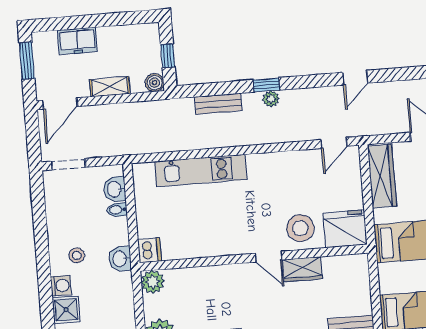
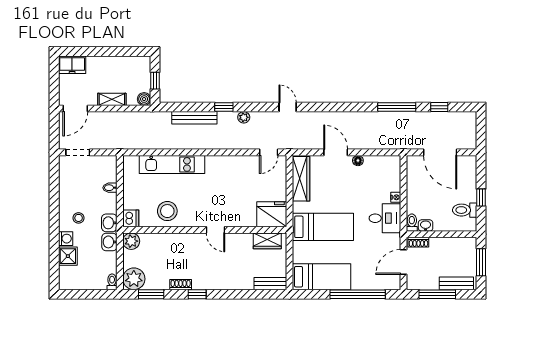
freezer: (77, 41) -> (72, 65), moved
window: (27, 61) -> (54, 76), removed
door: (355, 78) -> (288, 107), swing flipped
plant: (271, 99) -> (244, 117), moved
bench: (218, 104) -> (194, 118), width x1.36
washbasin: (115, 189) -> (109, 242), moved
stool: (300, 228) -> (167, 211), moved
wardrobe: (302, 269) -> (267, 241), moved

